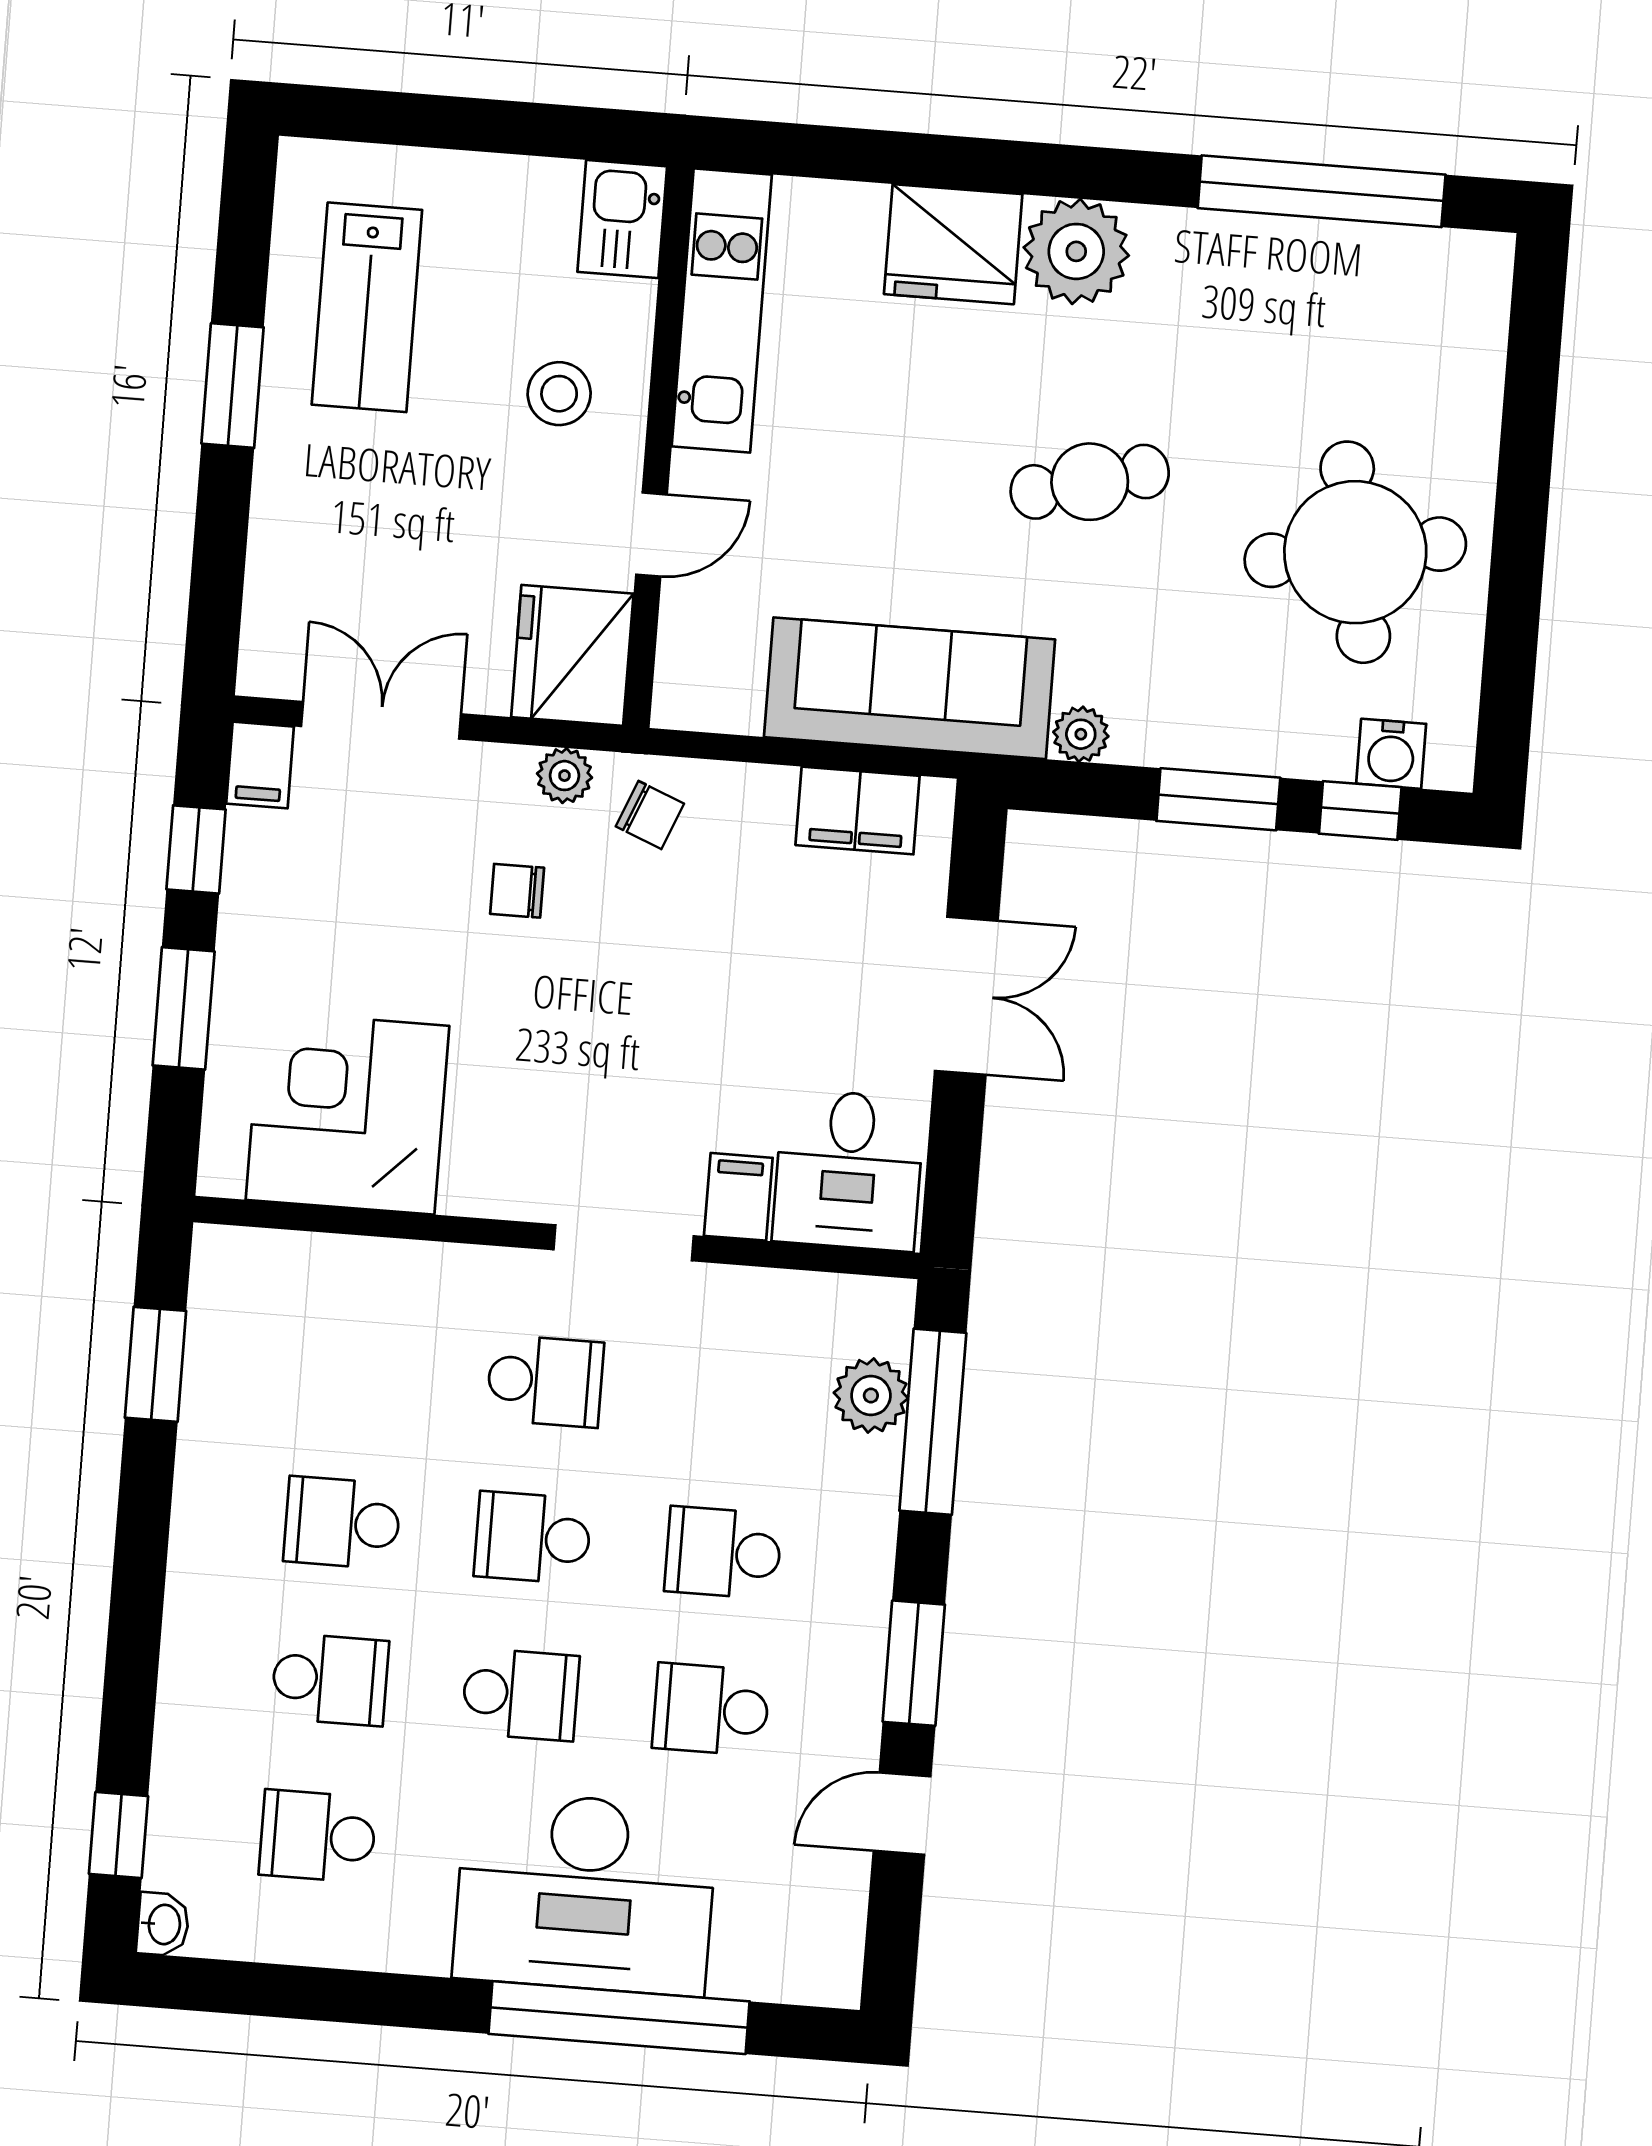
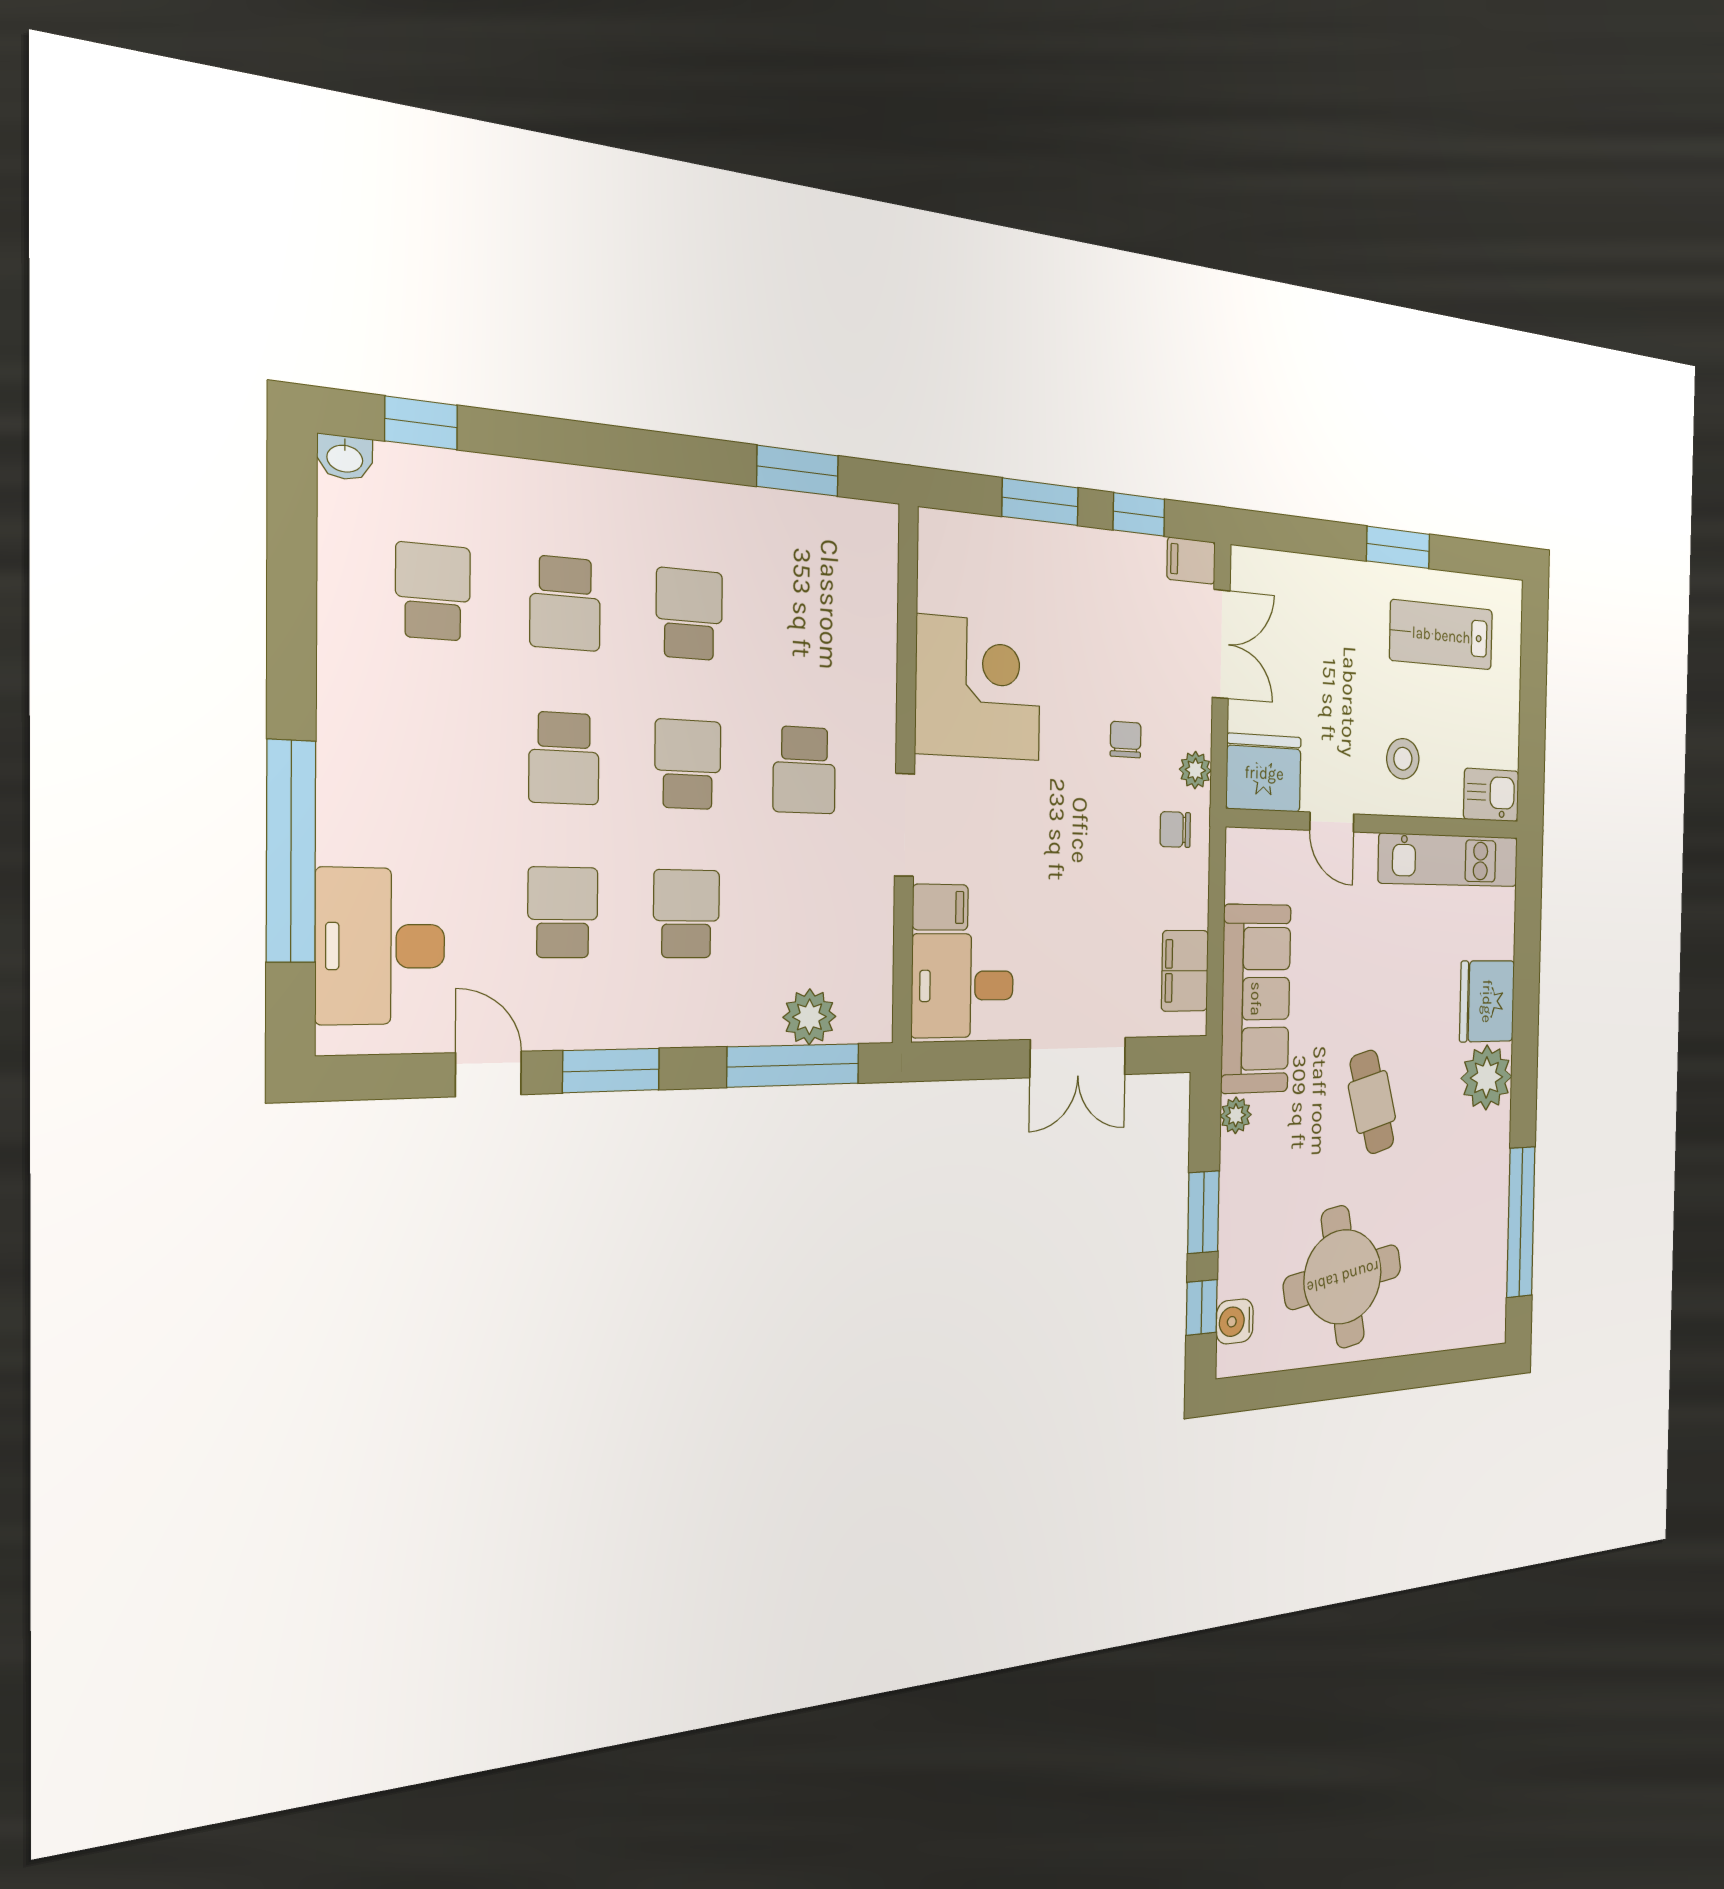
chair: (650, 815) -> (1175, 830), turned 68
corner desk: (347, 1113) -> (979, 688), moved
desk: (585, 1893) -> (381, 946), moved, width x0.73, depth x0.77

